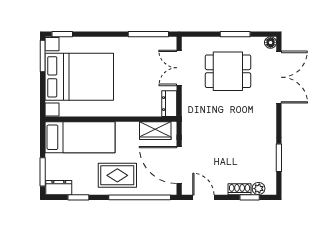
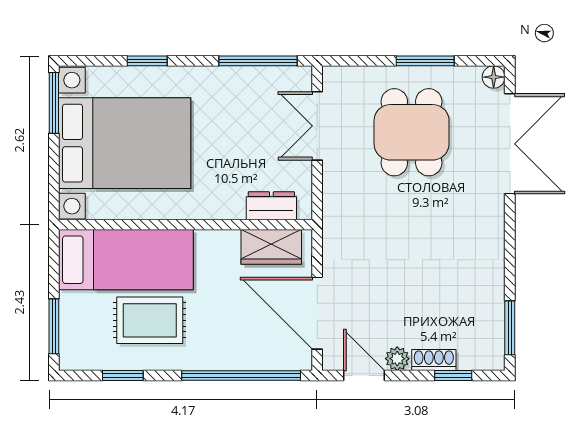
window: (62, 34) -> (147, 61), moved
dining table: (228, 71) -> (412, 132), turned 90
dresser: (169, 104) -> (271, 206), moved, turned 90
window: (279, 158) -> (510, 328), moved
rug: (117, 175) -> (150, 320), moved
dresser: (59, 188) -> (85, 357), removed
plant: (259, 189) -> (397, 359), moved

